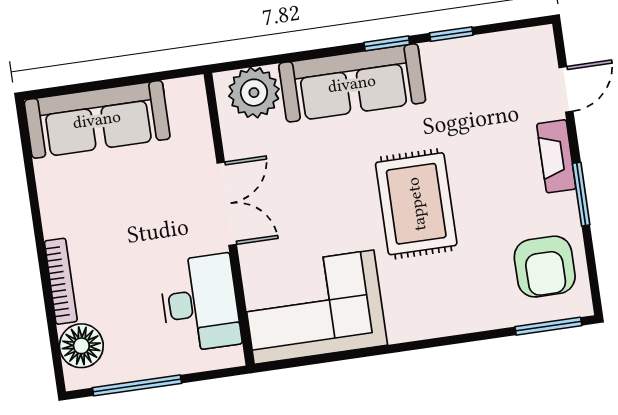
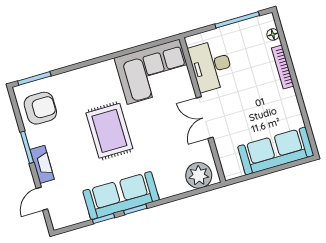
sofa: (352, 83) -> (121, 196), moved
armchair: (545, 267) -> (40, 108), turned 90
floor lamp: (81, 346) -> (273, 35), width x0.53, depth x0.53

